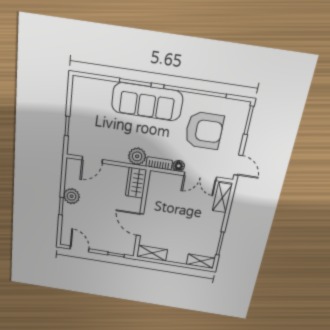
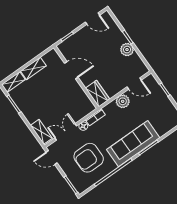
plant: (137, 156) -> (123, 101), moved
door: (92, 160) -> (134, 83), swing flipped
shelving: (152, 253) -> (33, 68), moved

